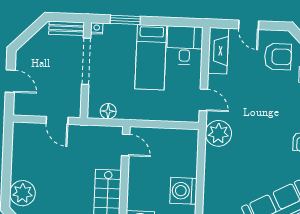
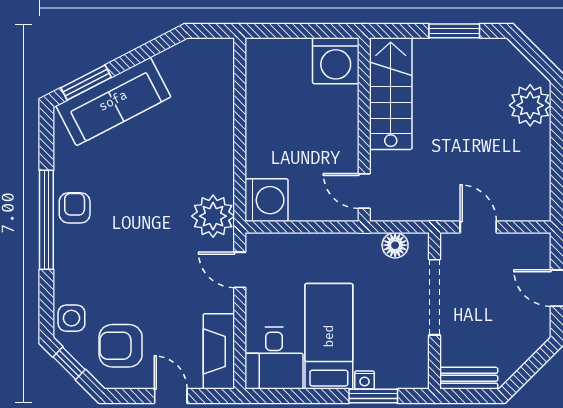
nightstand: (97, 28) -> (365, 380), moved
doorway: (86, 61) -> (435, 297), moved
washing machine: (183, 191) -> (267, 200), moved

